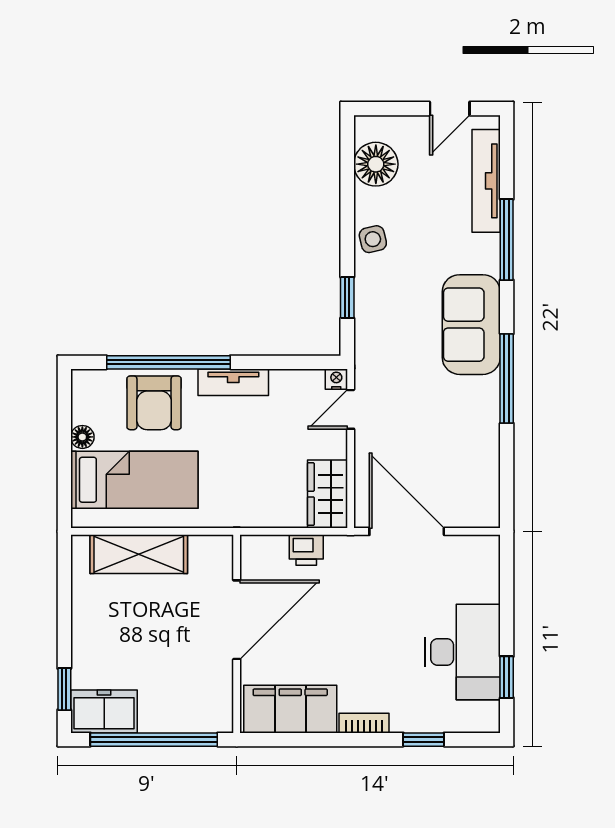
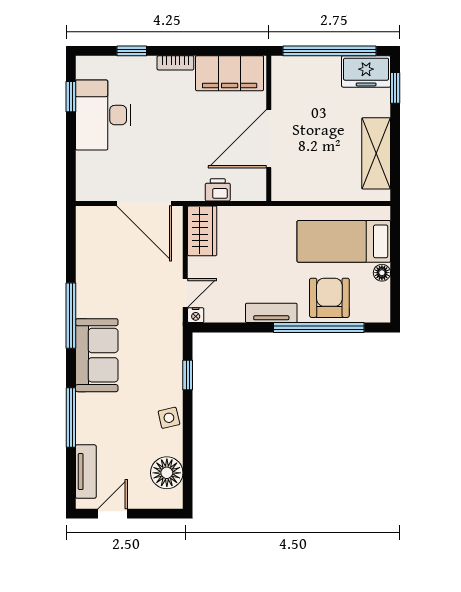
tv unit: (486, 181) -> (86, 472), width x0.71
shelving: (139, 554) -> (376, 153), moved, turned 90

